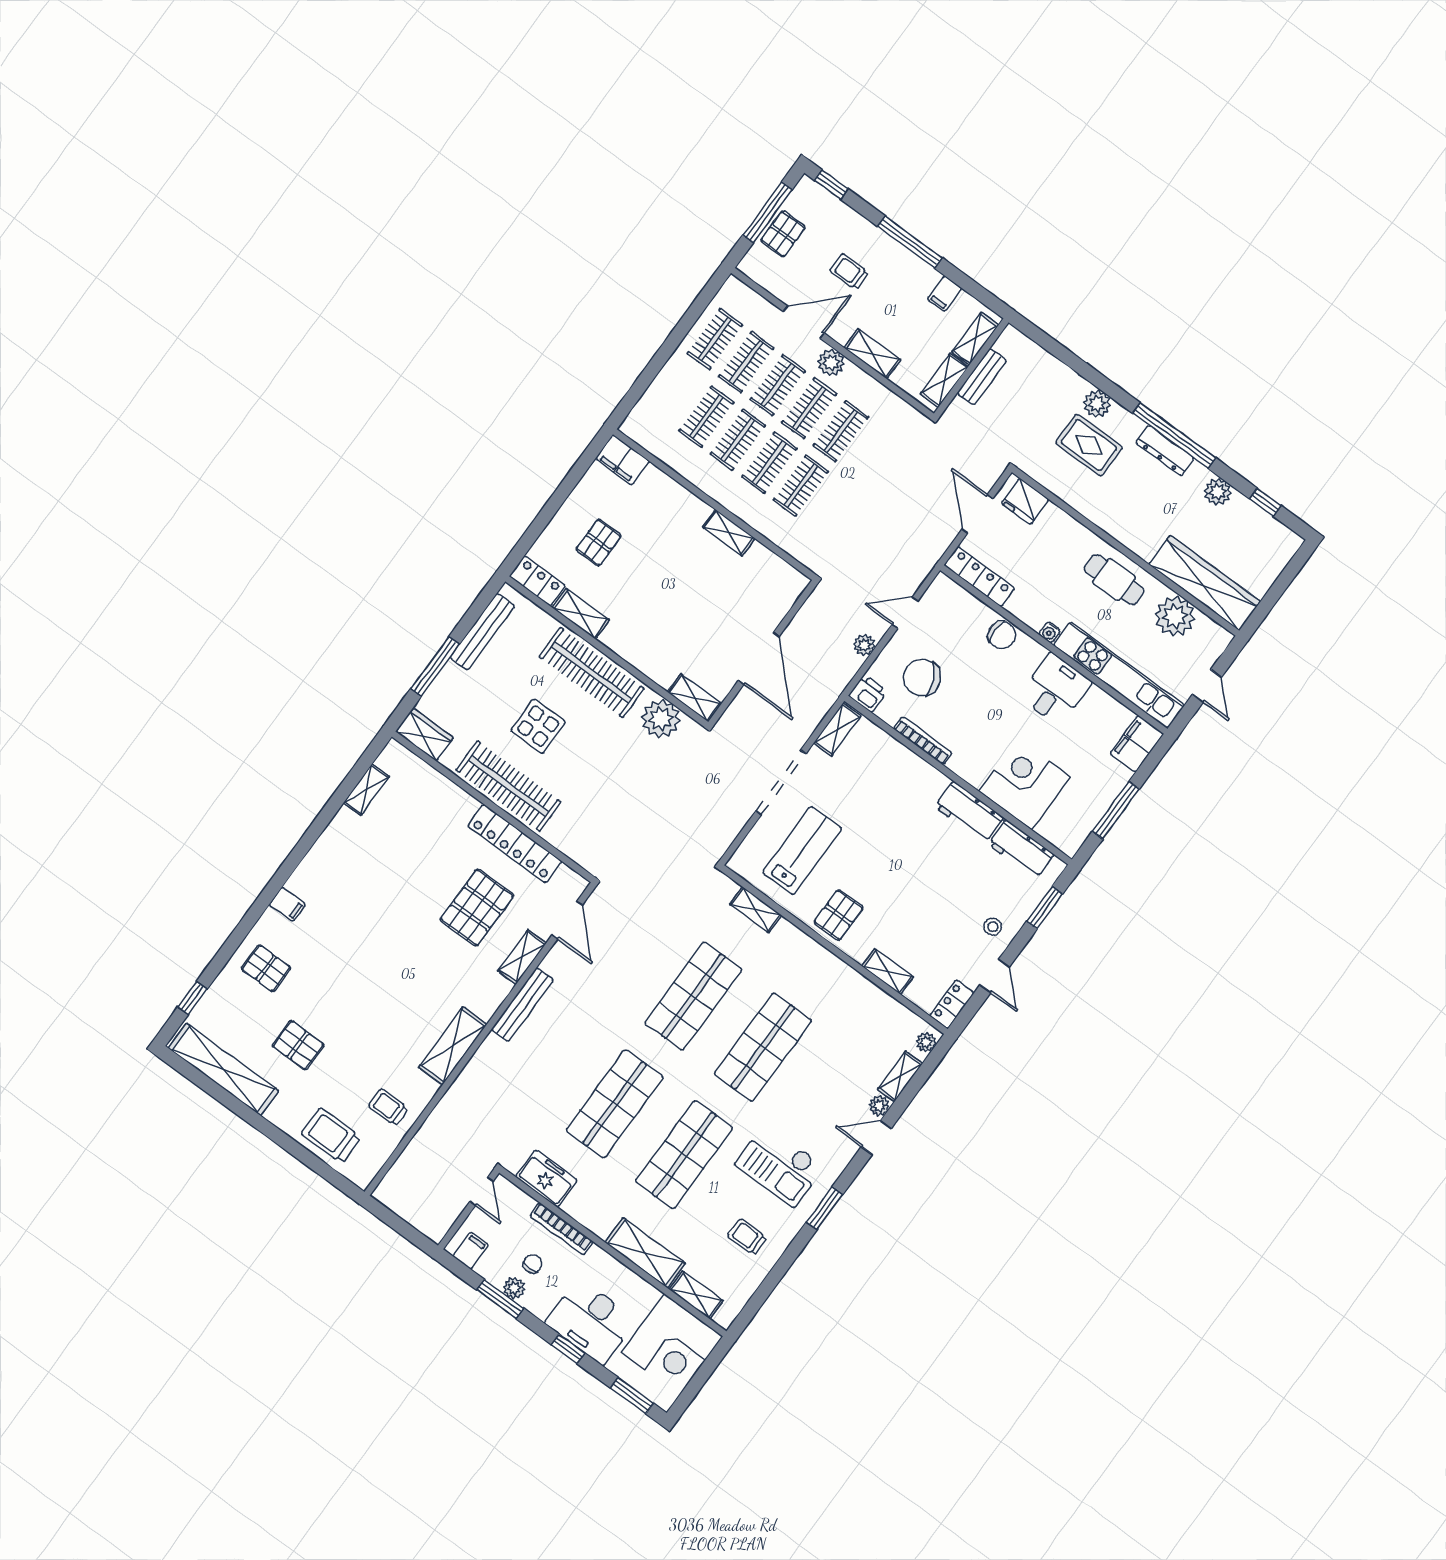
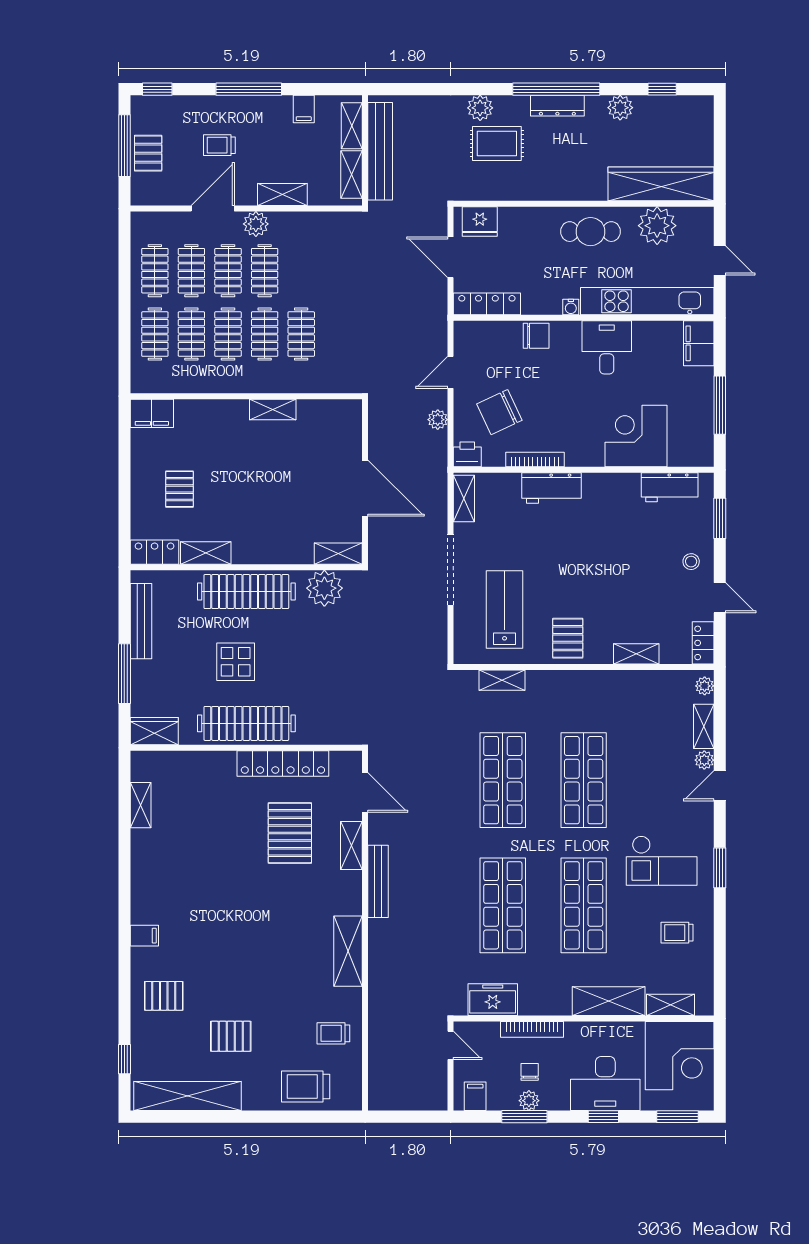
bench: (982, 377) -> (380, 151), width x1.86, depth x1.21
clothes rail: (841, 431) -> (155, 334), moved
workbench: (969, 812) -> (551, 488), moved

